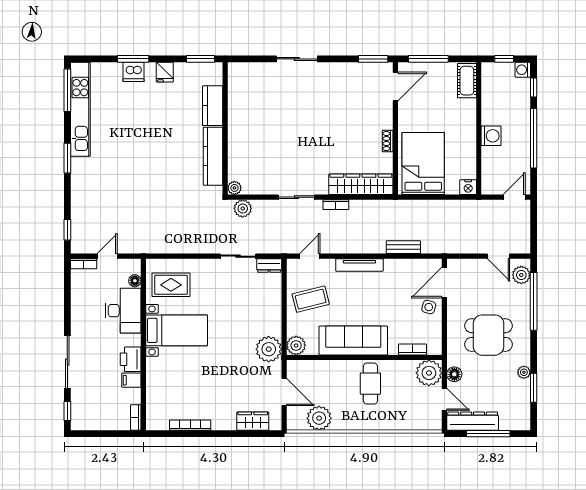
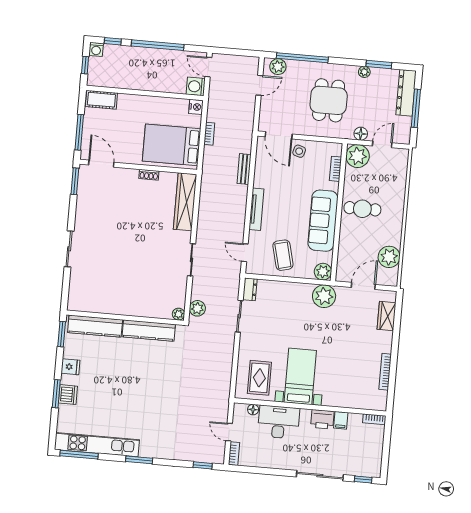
kitchen counter: (213, 106) -> (95, 326), width x1.50
washing machine: (491, 136) -> (196, 86), moved, turned -90
bookcase: (336, 205) -> (209, 134), moved
dresser: (473, 421) -> (406, 93), moved

